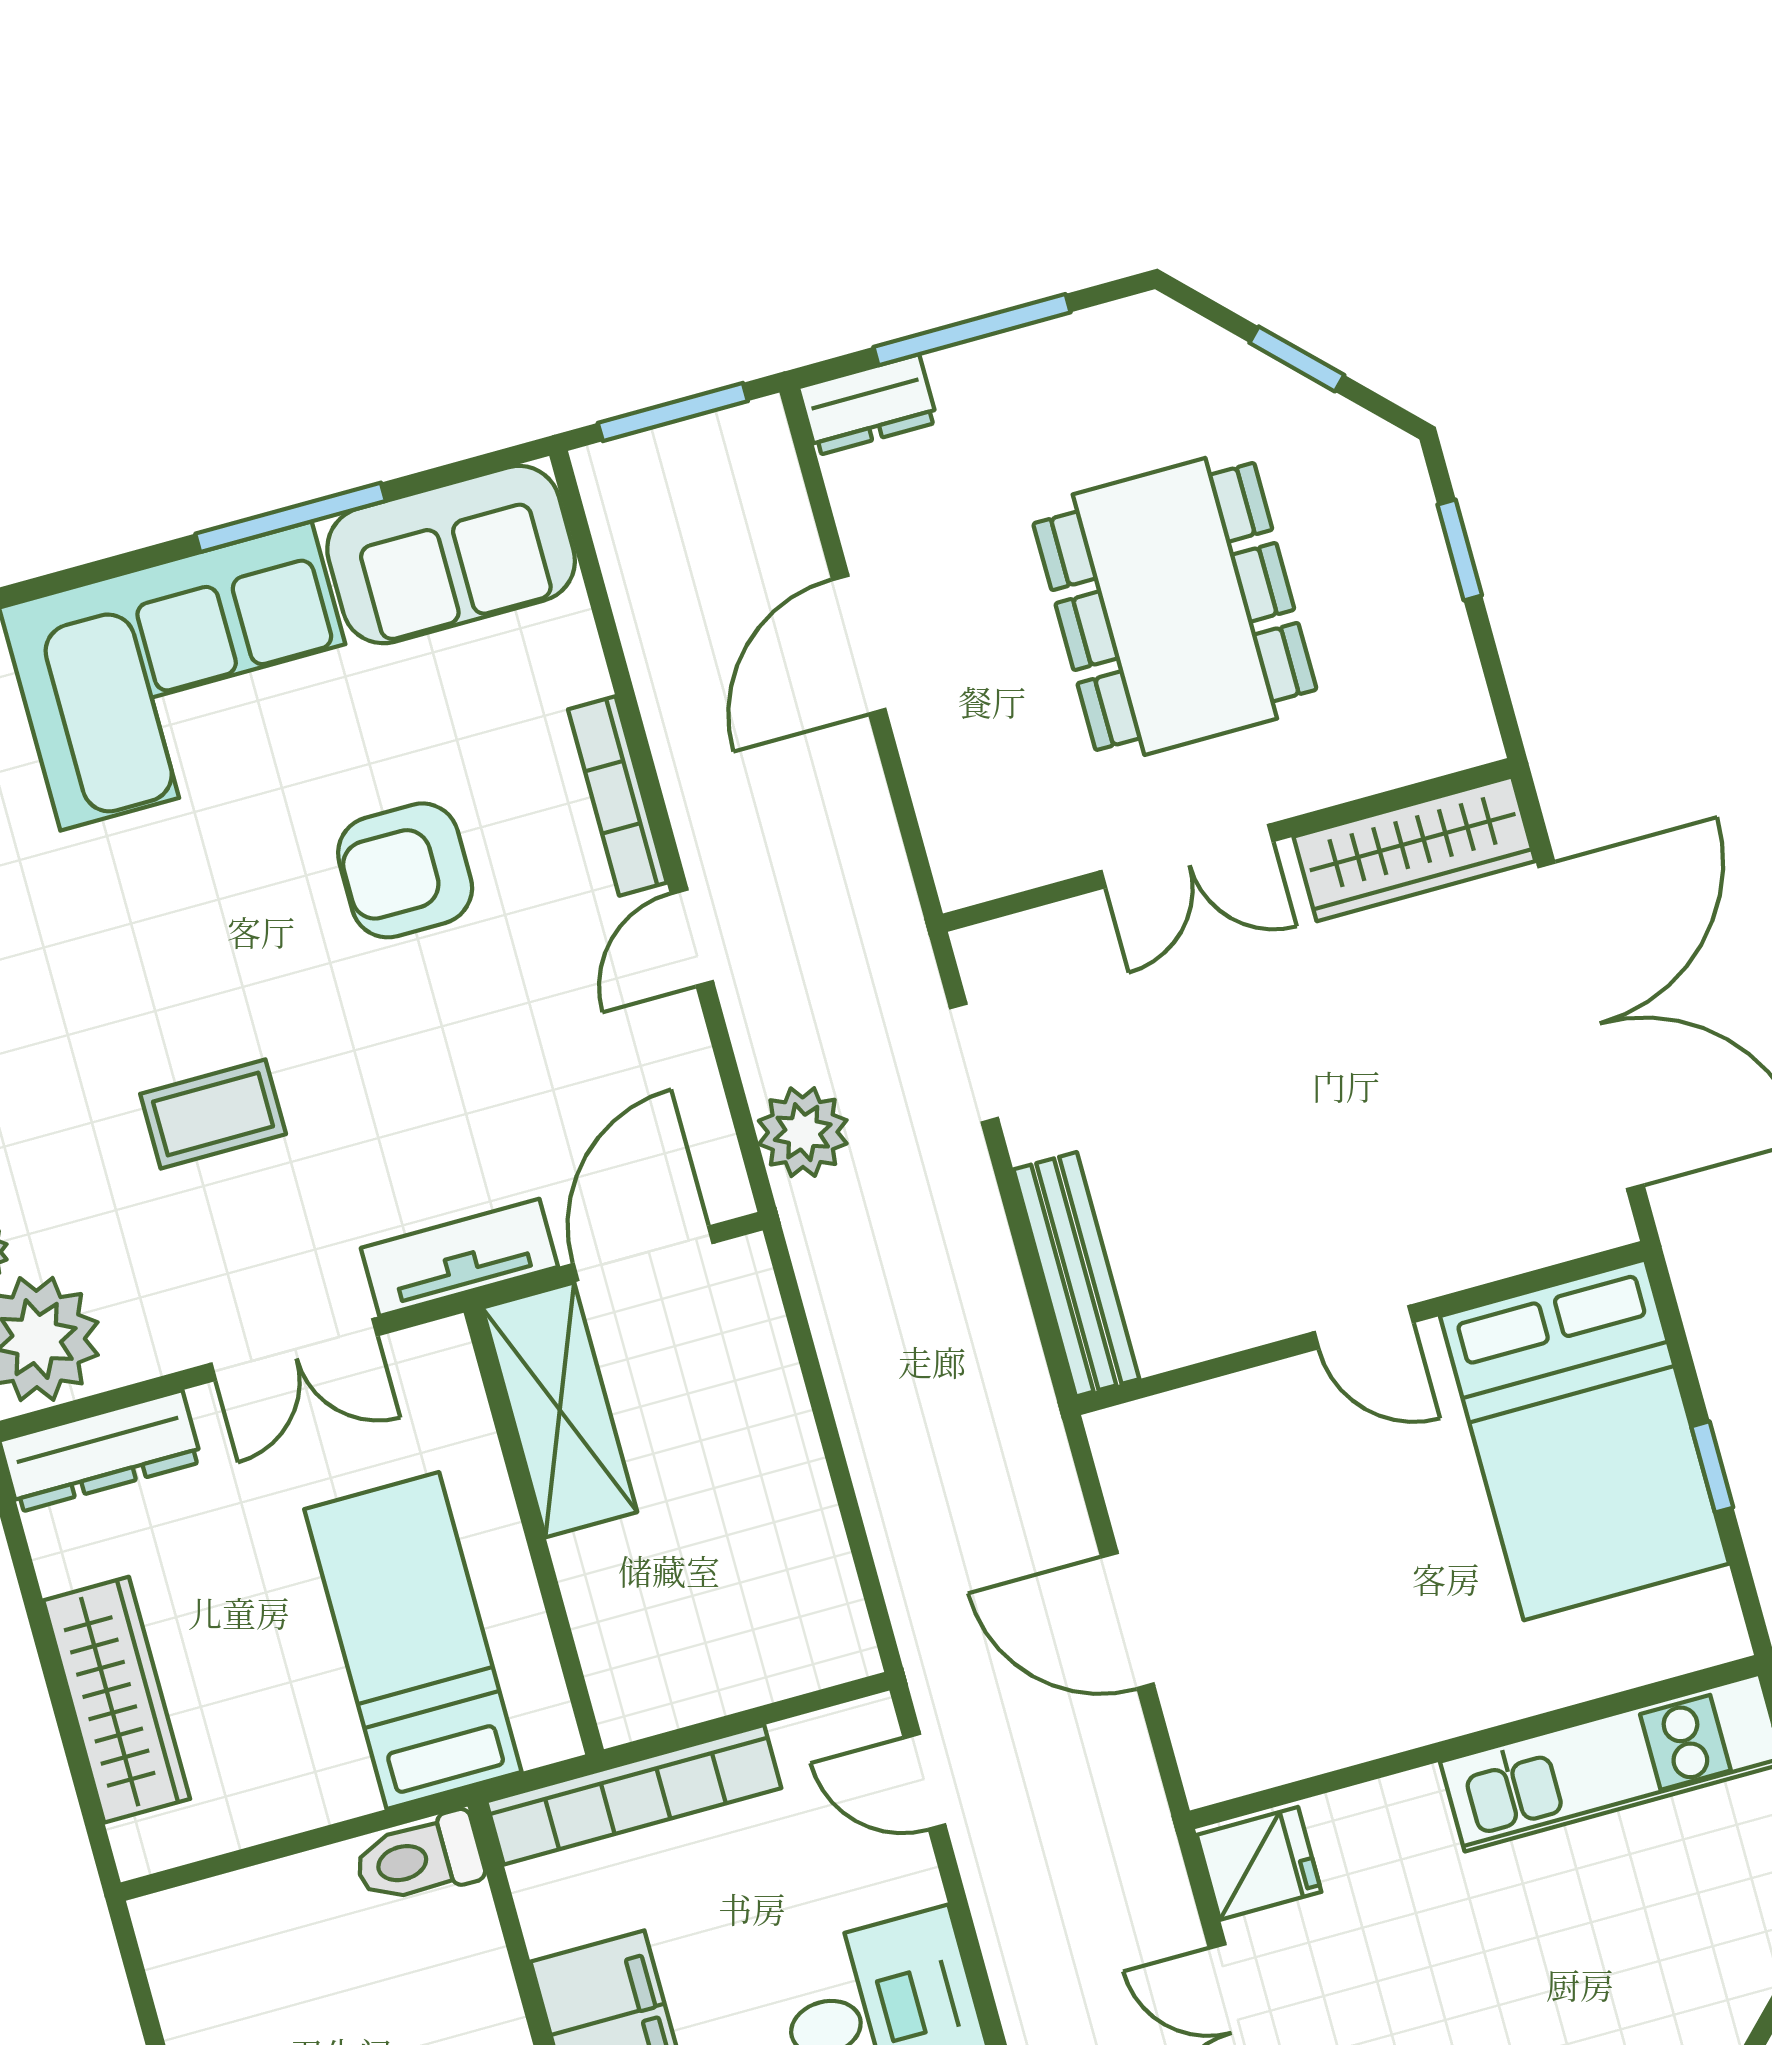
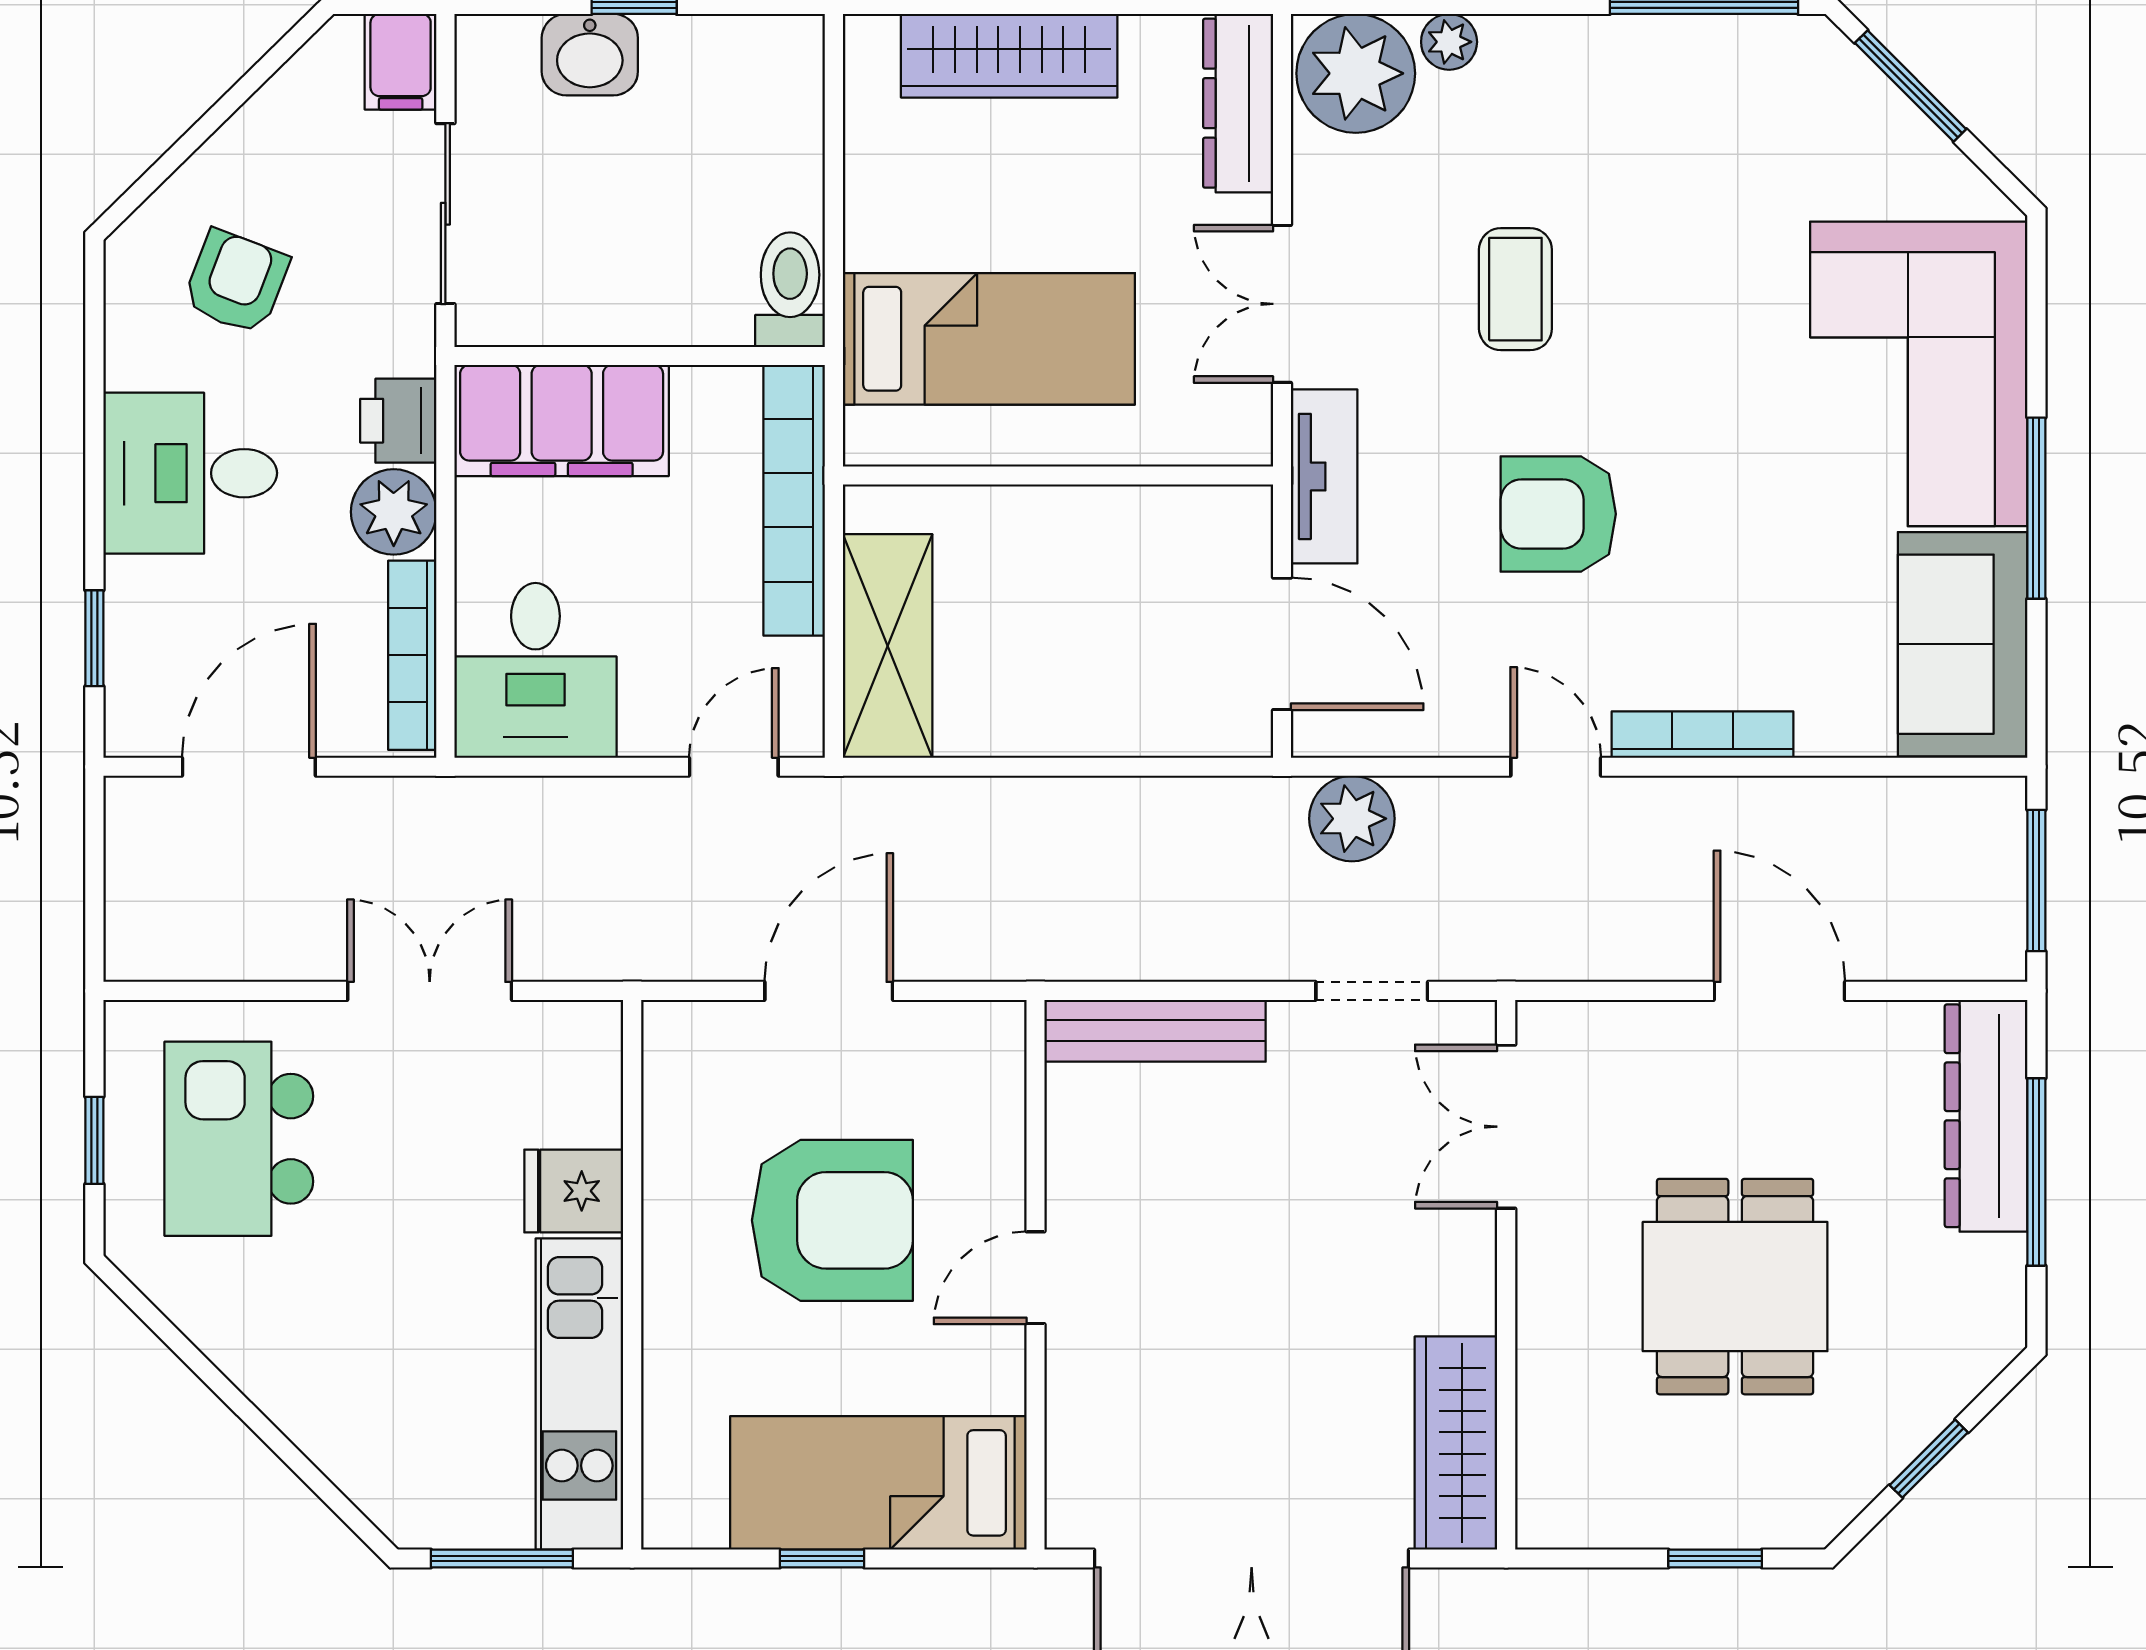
dresser: (868, 405) -> (1986, 1116), width x1.96, depth x1.24
dining table: (1175, 606) -> (1735, 1287), width x0.73
double door: (1187, 856) -> (1506, 1127), moved
armchair: (405, 870) -> (1558, 514), moved, turned -90
shelving: (560, 1410) -> (888, 646), moved, turned 90
bed: (1584, 1440) -> (878, 1483), width x0.67
armchair: (1362, 1552) -> (832, 1220), added
fridge: (1259, 1863) -> (574, 1191), moved, turned 90

